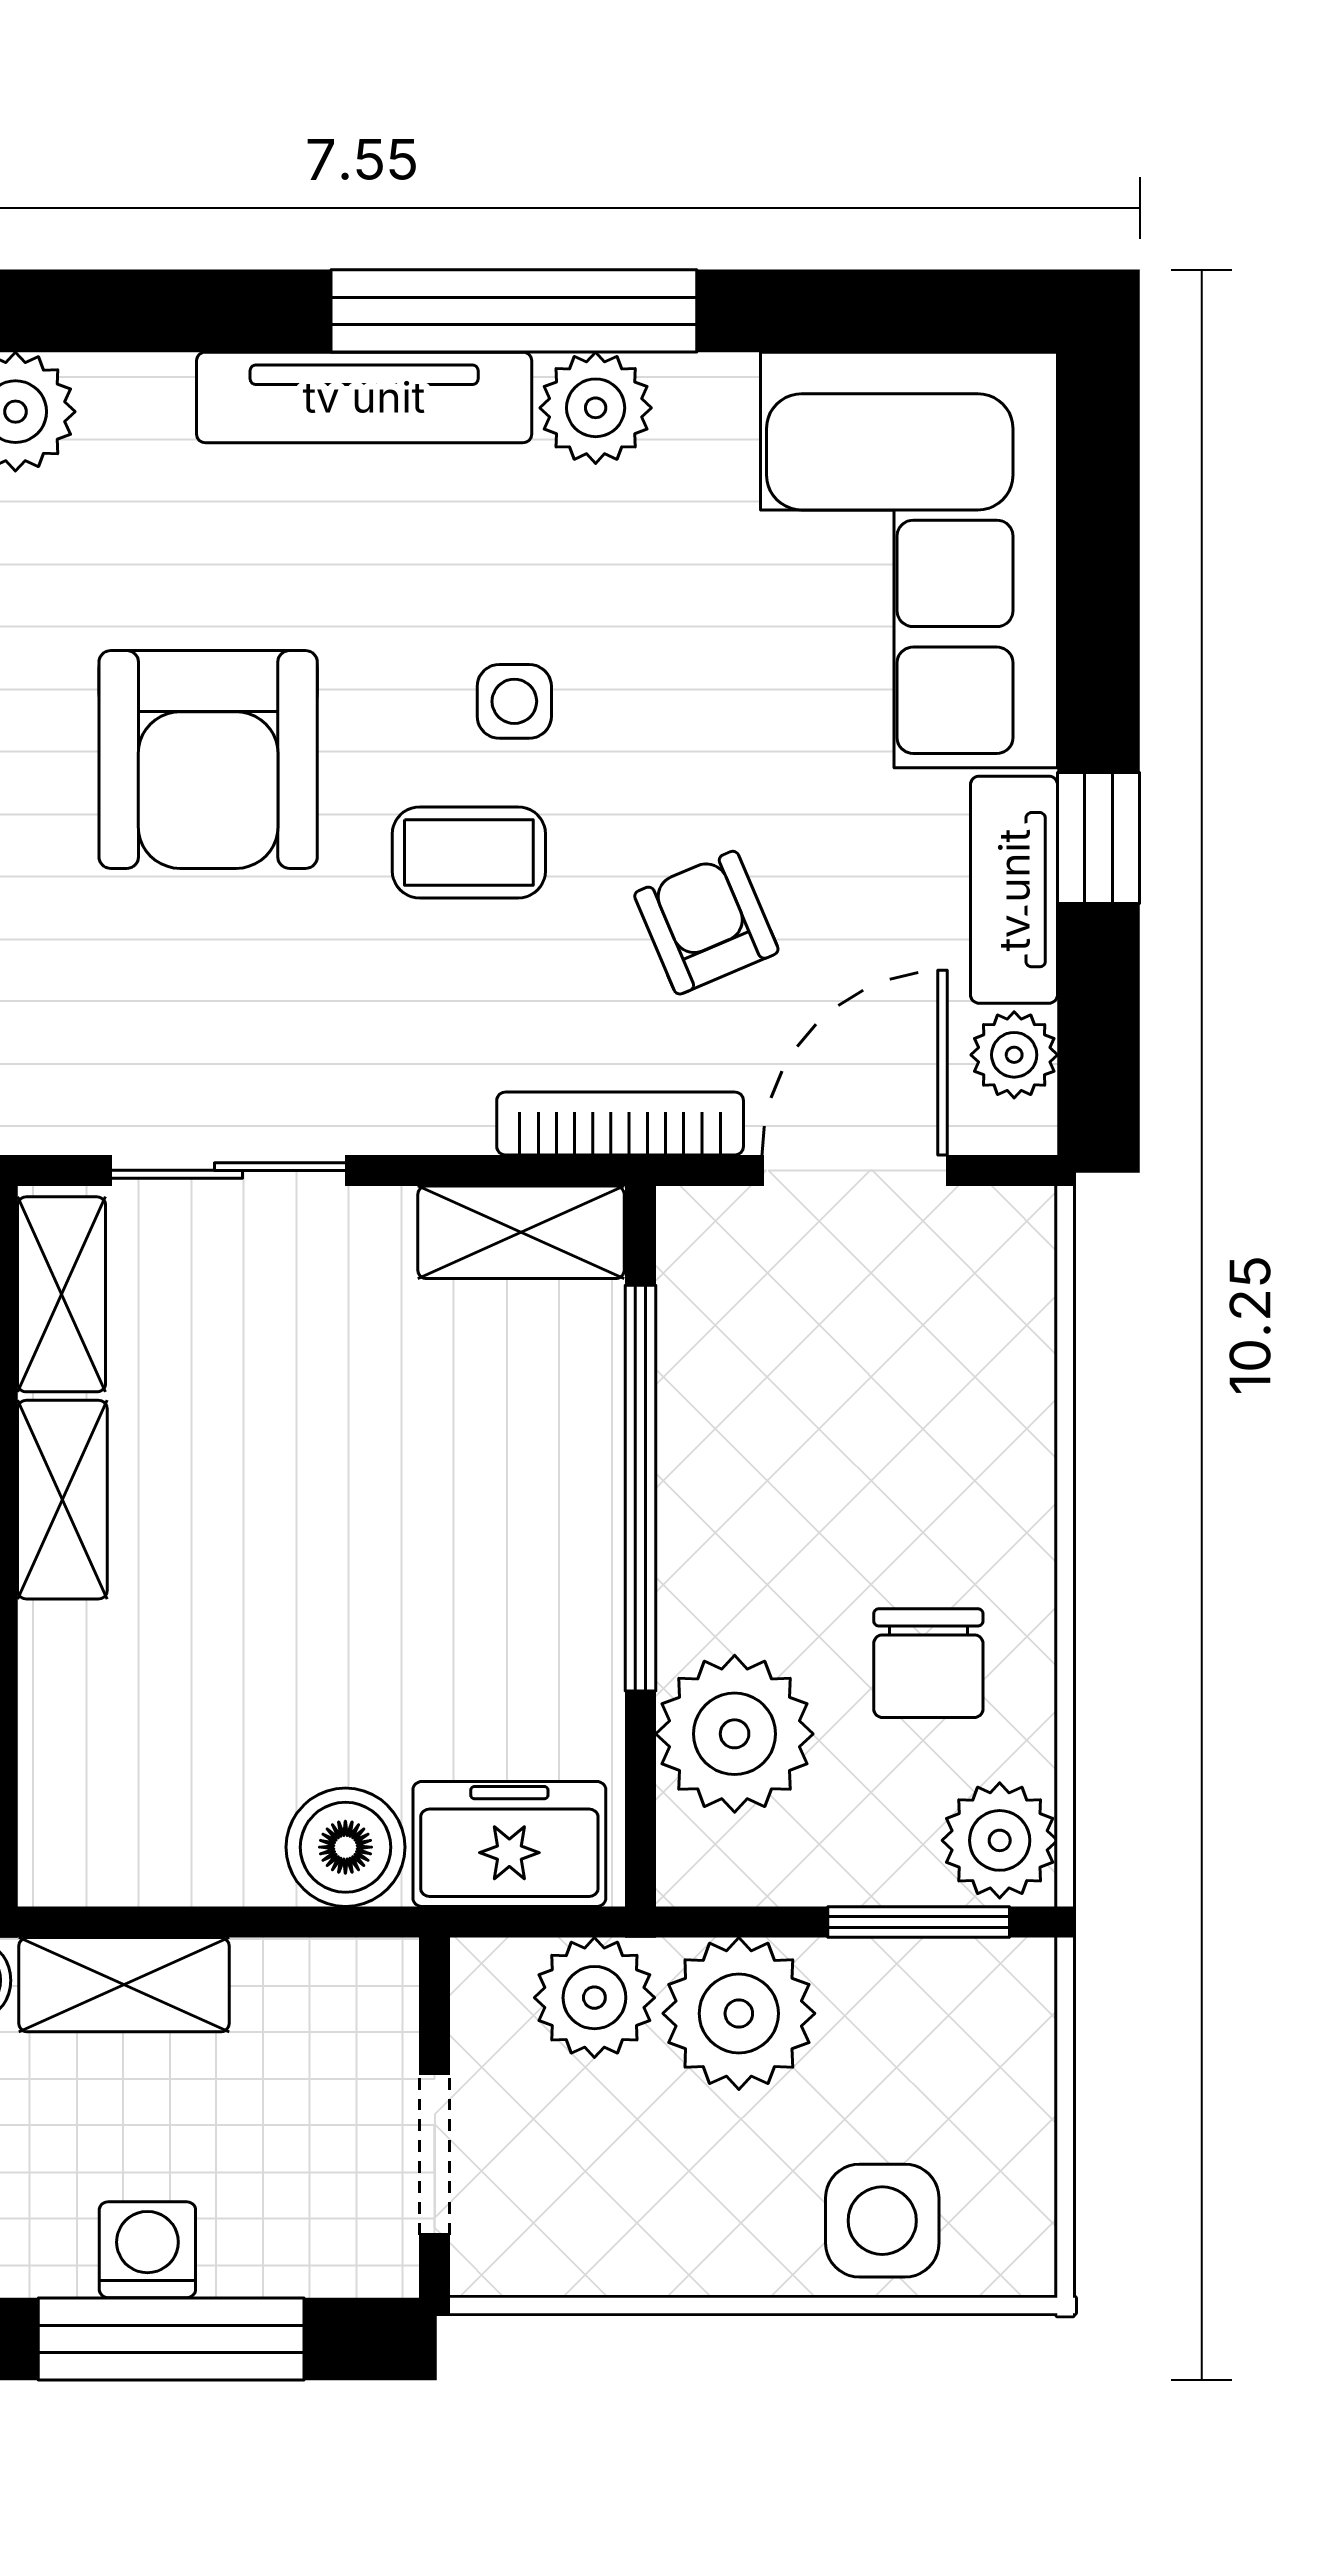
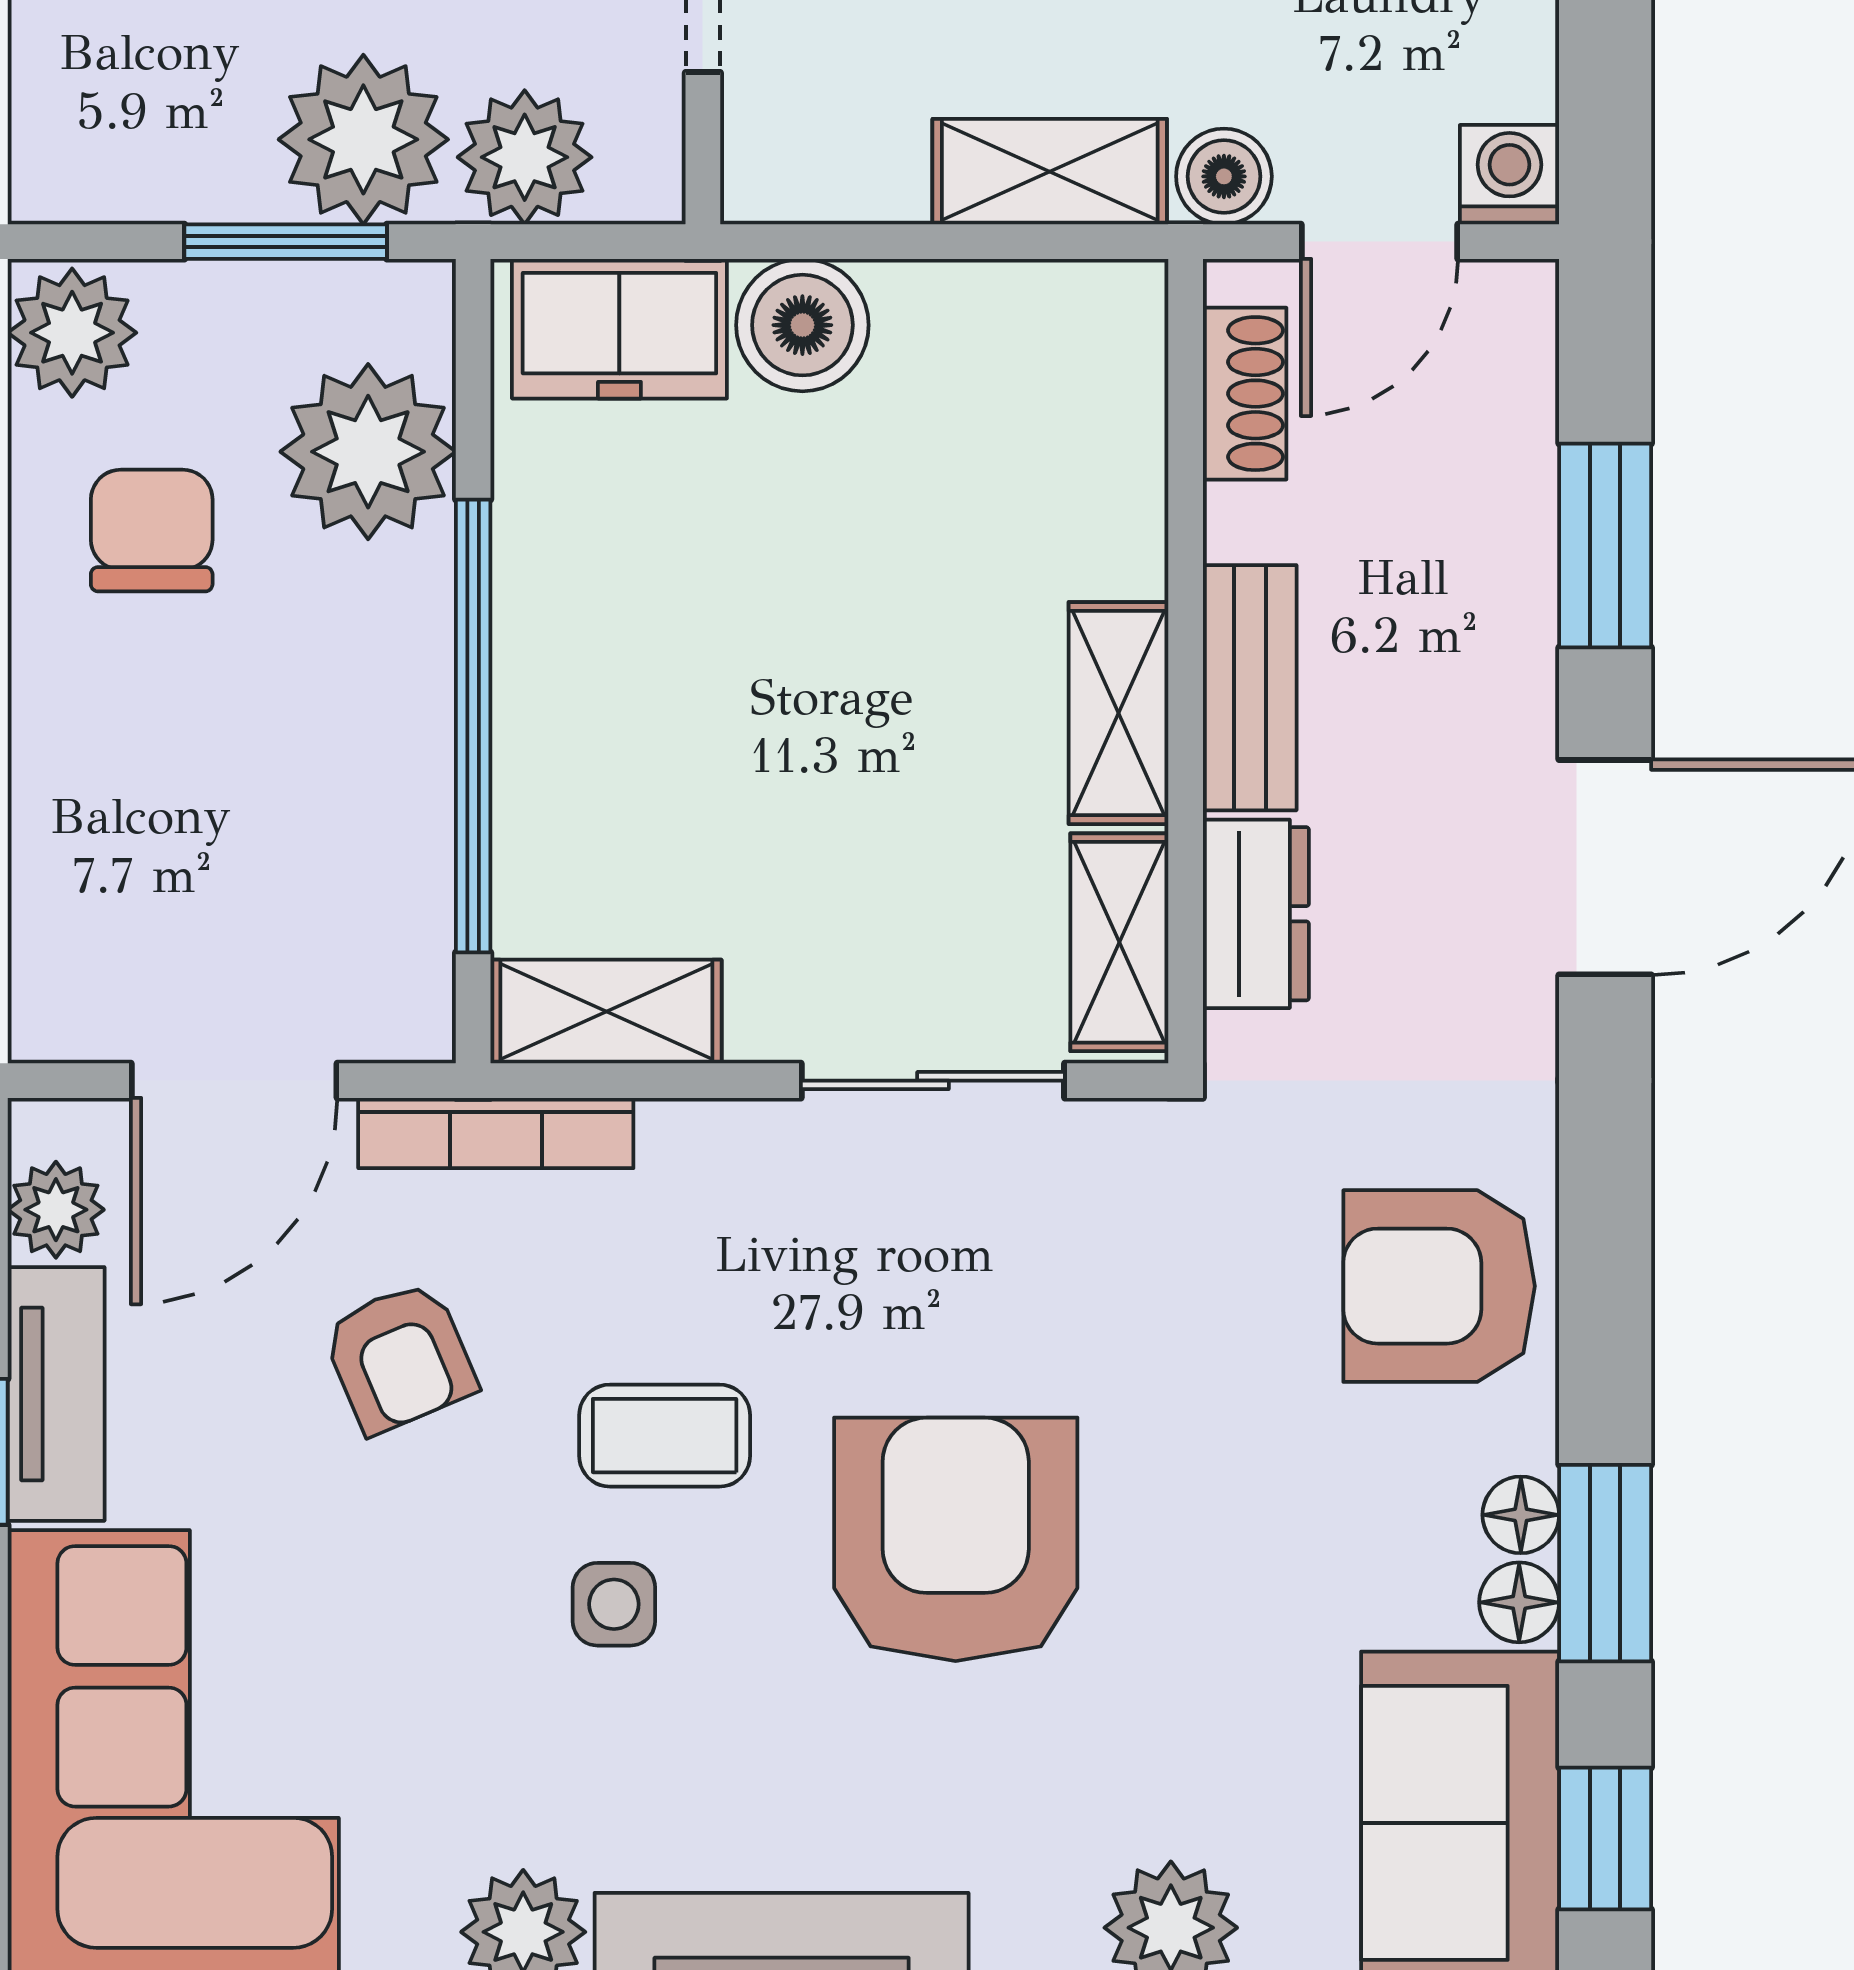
window: (919, 1922) -> (286, 242), moved

